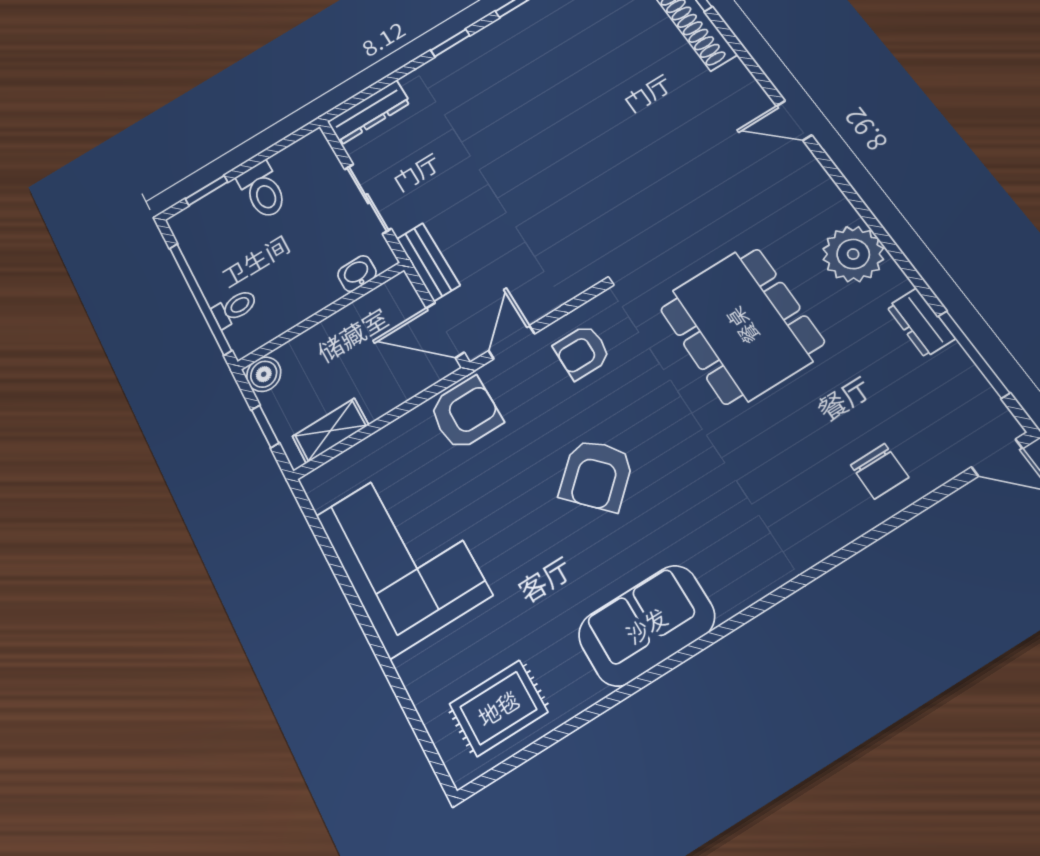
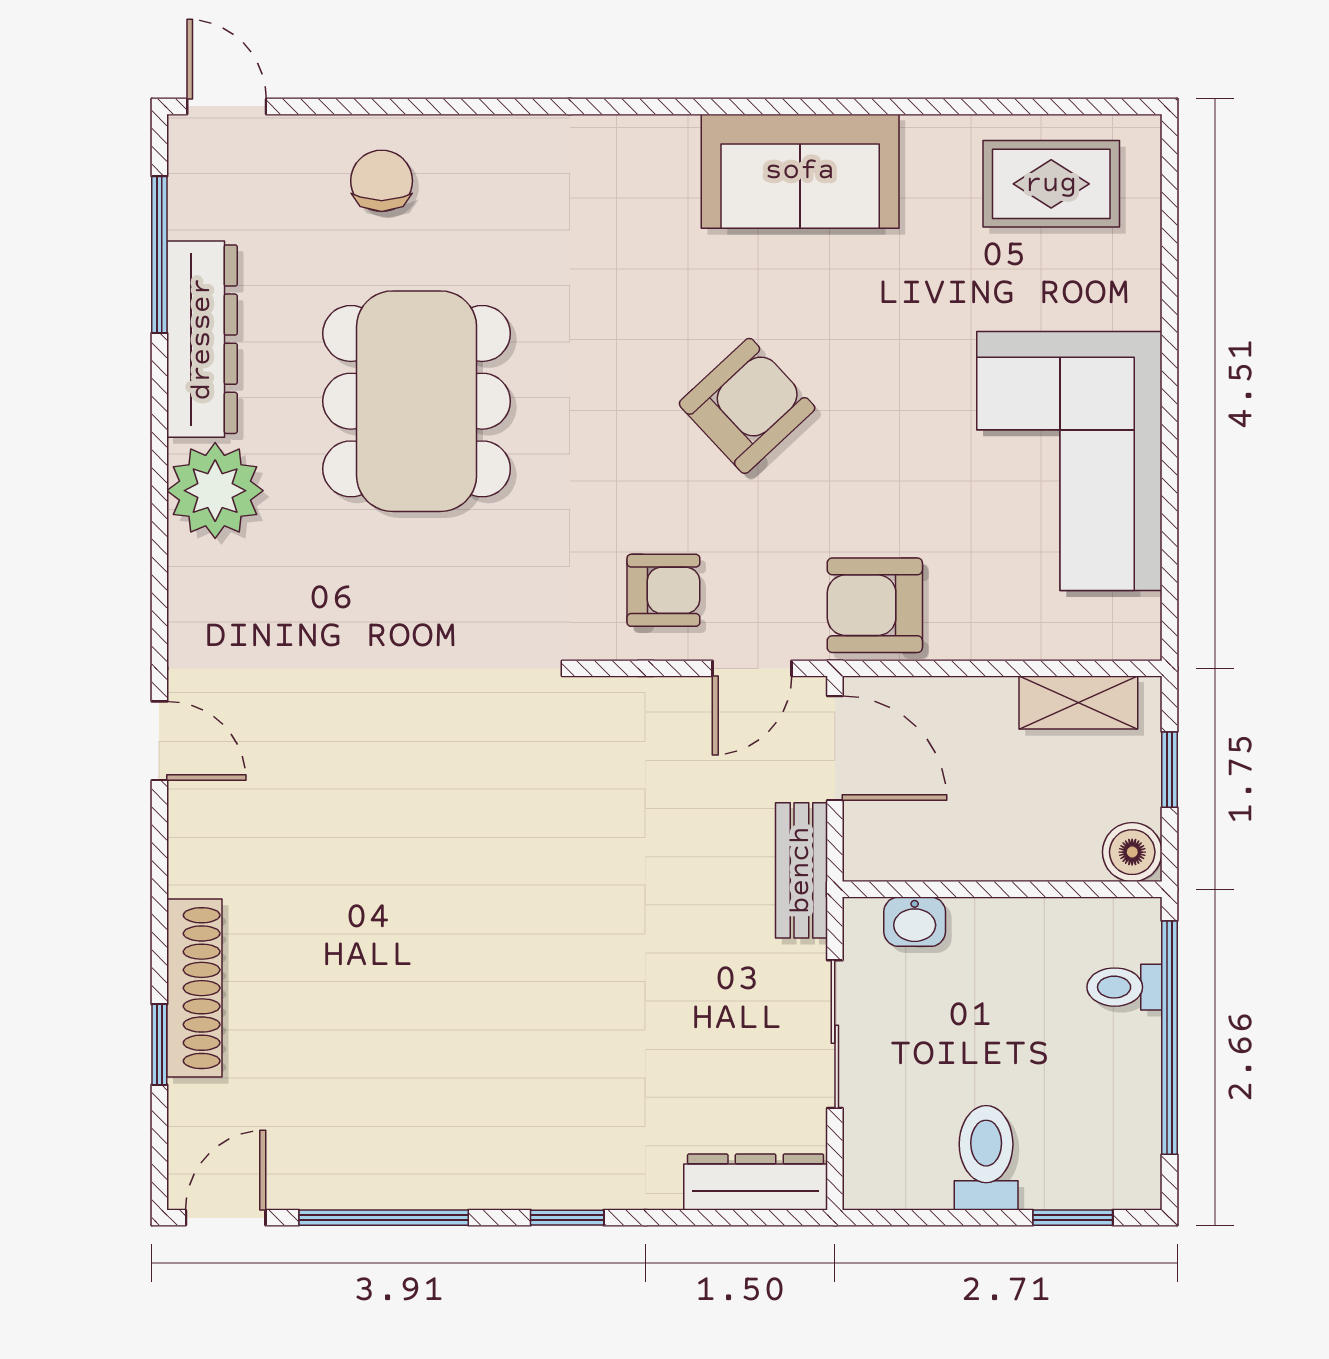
dresser: (921, 323) -> (202, 339), width x1.96, depth x1.24
dining table: (742, 326) -> (417, 401), moved

